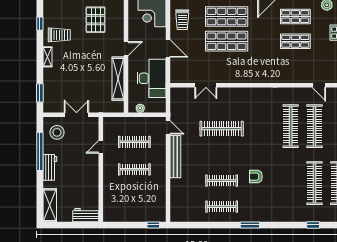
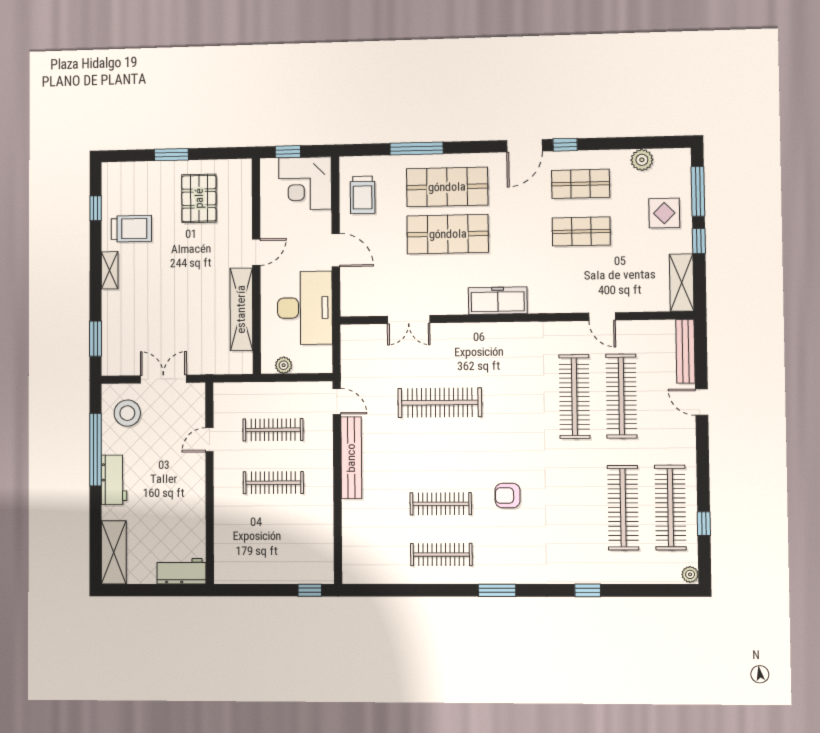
freezer: (252, 76) -> (498, 301), added
door: (319, 85) -> (602, 317), moved
window: (313, 225) -> (588, 590), moved

